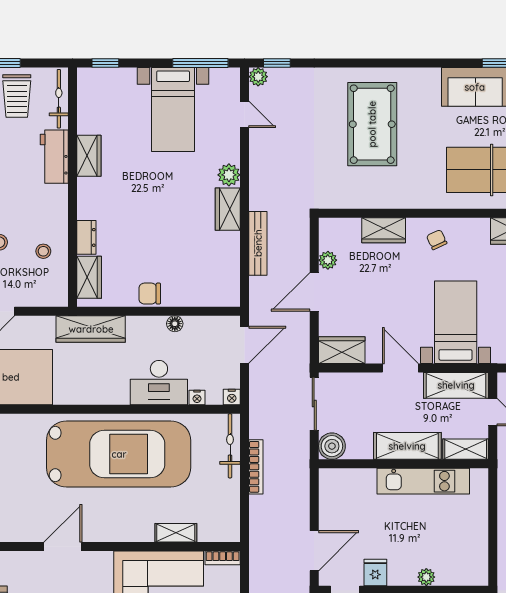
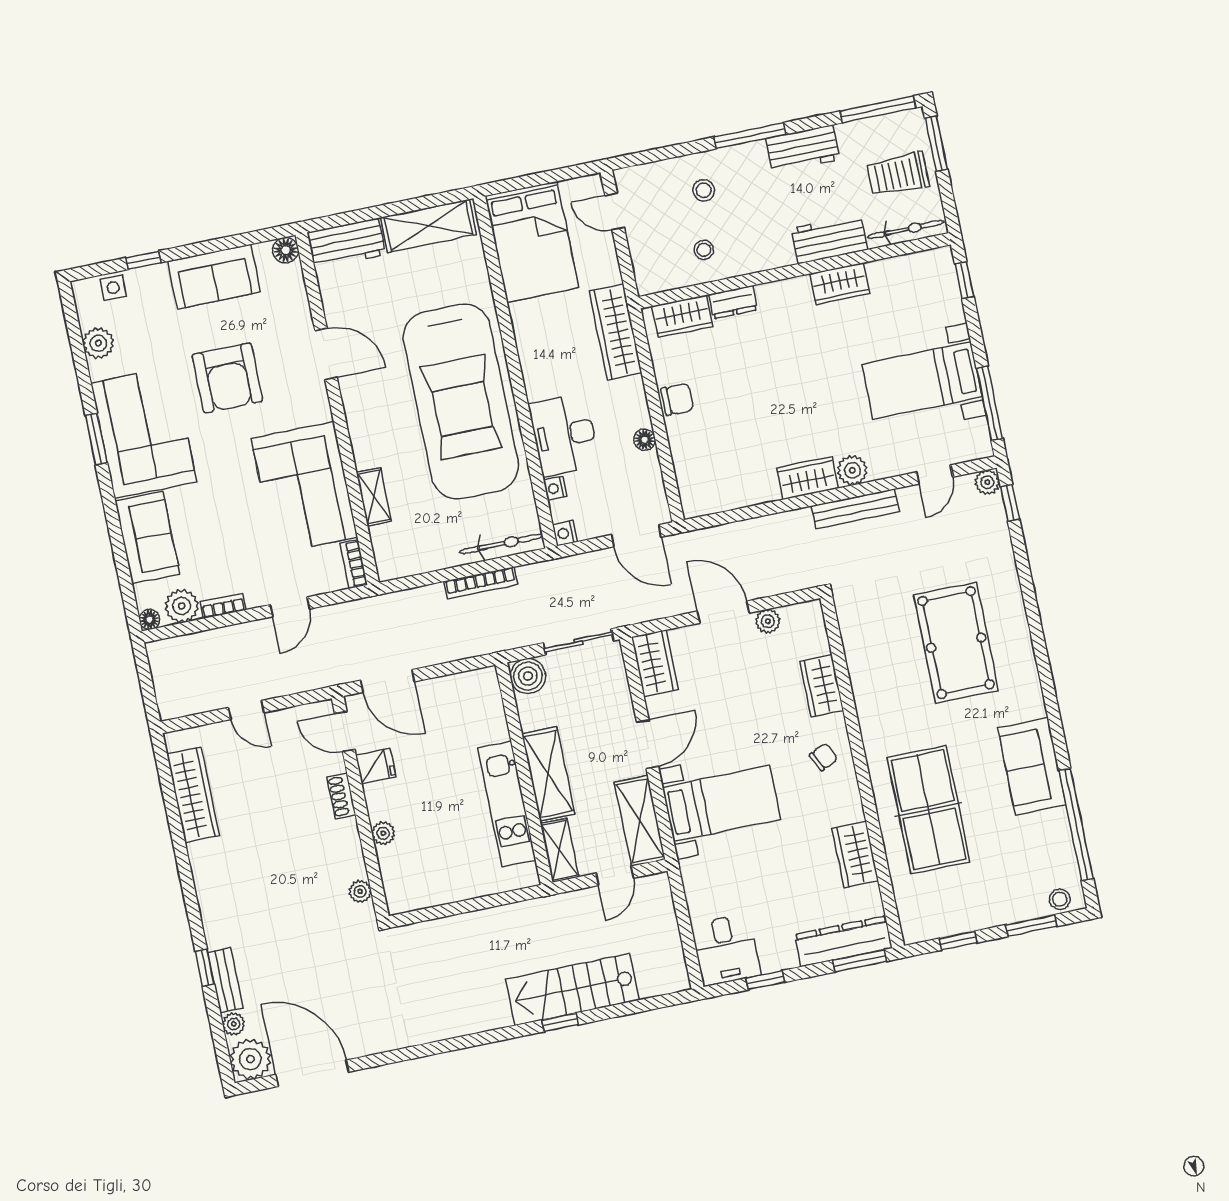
pool table: (372, 124) -> (956, 643), turned 90
bench: (258, 243) -> (855, 509), moved
chair: (150, 294) -> (677, 399), turned 90

